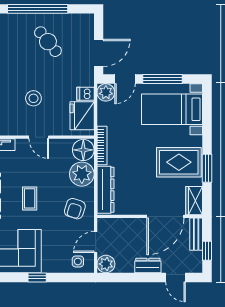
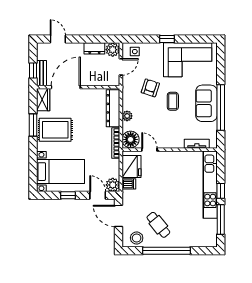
door: (99, 53) -> (118, 216), hinge flipped
door: (125, 79) -> (98, 195), hinge flipped
window: (162, 79) -> (68, 195), width x0.46
stool: (33, 98) -> (137, 238), moved
door: (39, 137) -> (149, 150), moved
plant: (82, 174) -> (127, 116), width x0.53, depth x0.53
armchair: (75, 209) -> (150, 88), moved
window: (207, 251) -> (33, 71), moved
dresser: (148, 266) -> (94, 48), moved

